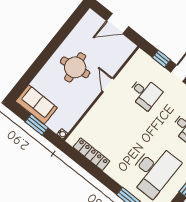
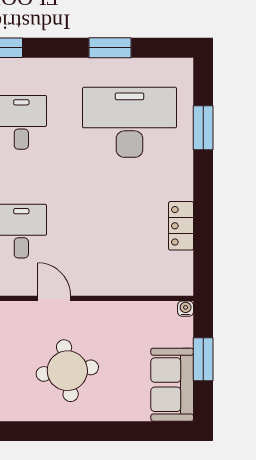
door: (108, 85) -> (54, 298), swing flipped
locker: (91, 154) -> (181, 226), width x0.66

